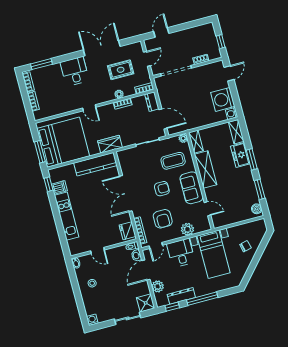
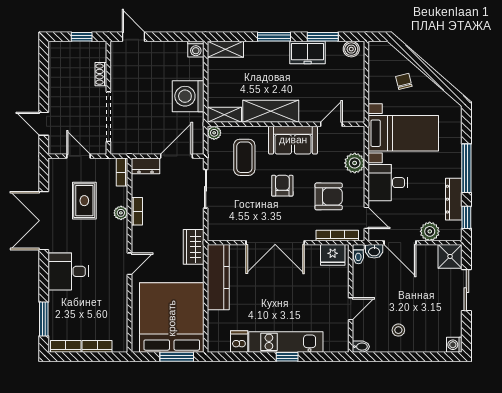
washing machine: (223, 99) -> (188, 96), moved, turned 90
freezer: (240, 155) -> (308, 53), moved
window: (48, 184) -> (287, 357), moved

